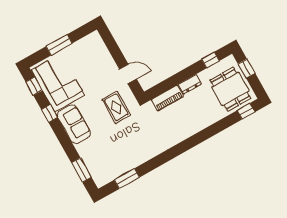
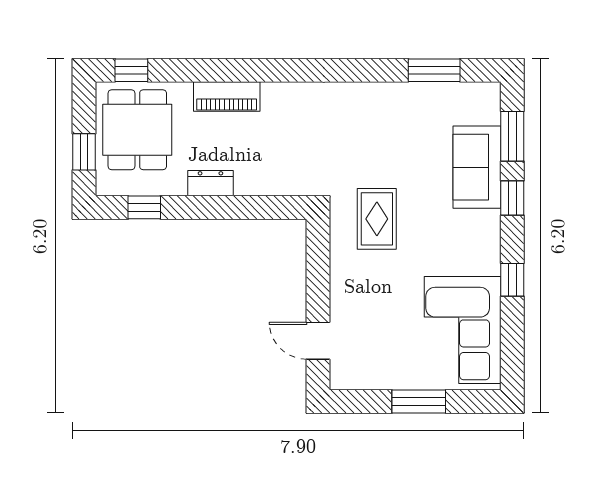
door: (128, 74) -> (318, 341), moved
window: (34, 86) -> (512, 198), moved
piano: (167, 98) -> (227, 96), moved, turned 180
sofa: (74, 124) -> (477, 167), moved

